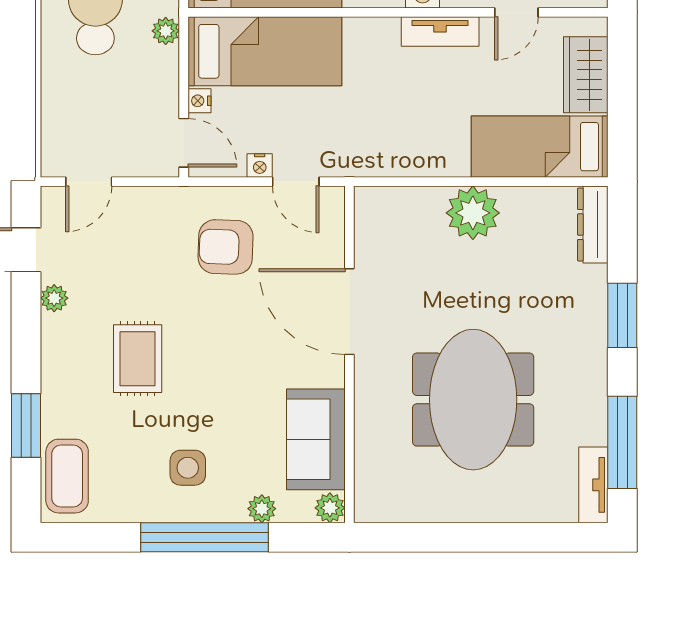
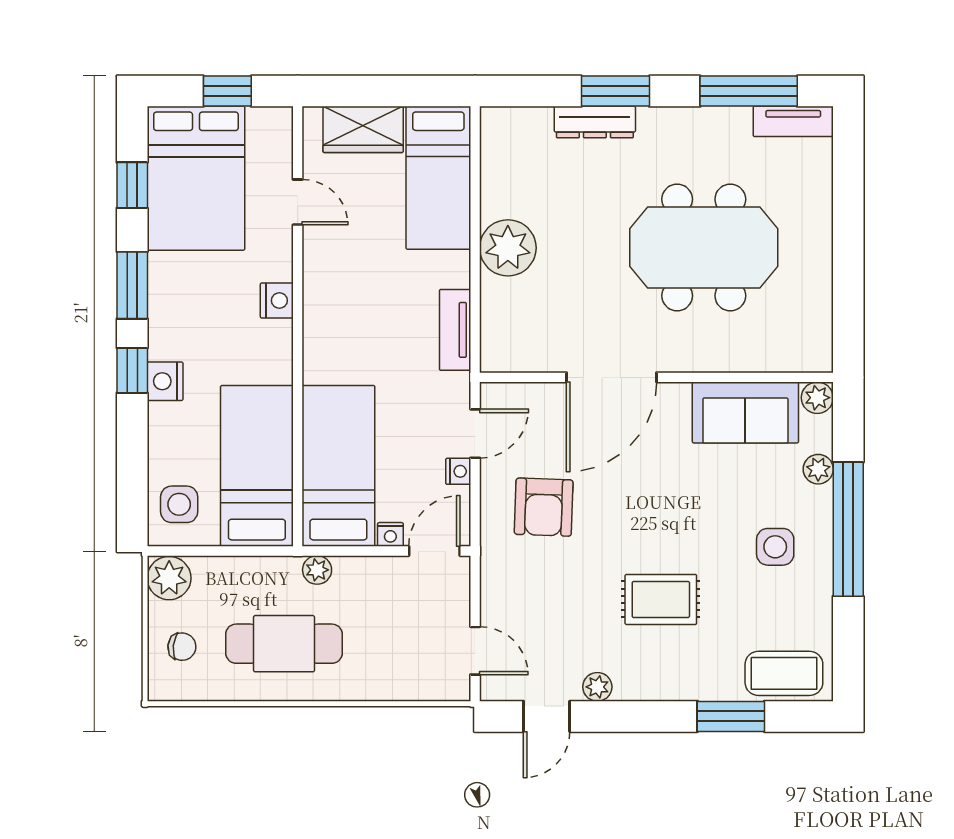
tv unit: (440, 31) -> (455, 330), moved, turned 180
dresser: (593, 225) -> (595, 122), moved

